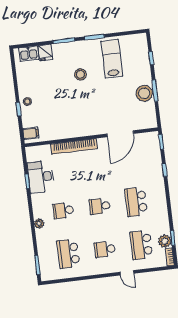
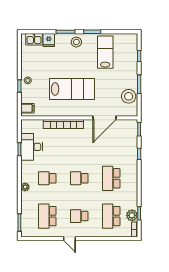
stool: (80, 74) -> (76, 42), moved
stool: (144, 93) -> (129, 96), moved
lab bench: (79, 105) -> (72, 89), added
door: (127, 273) -> (70, 239), moved

